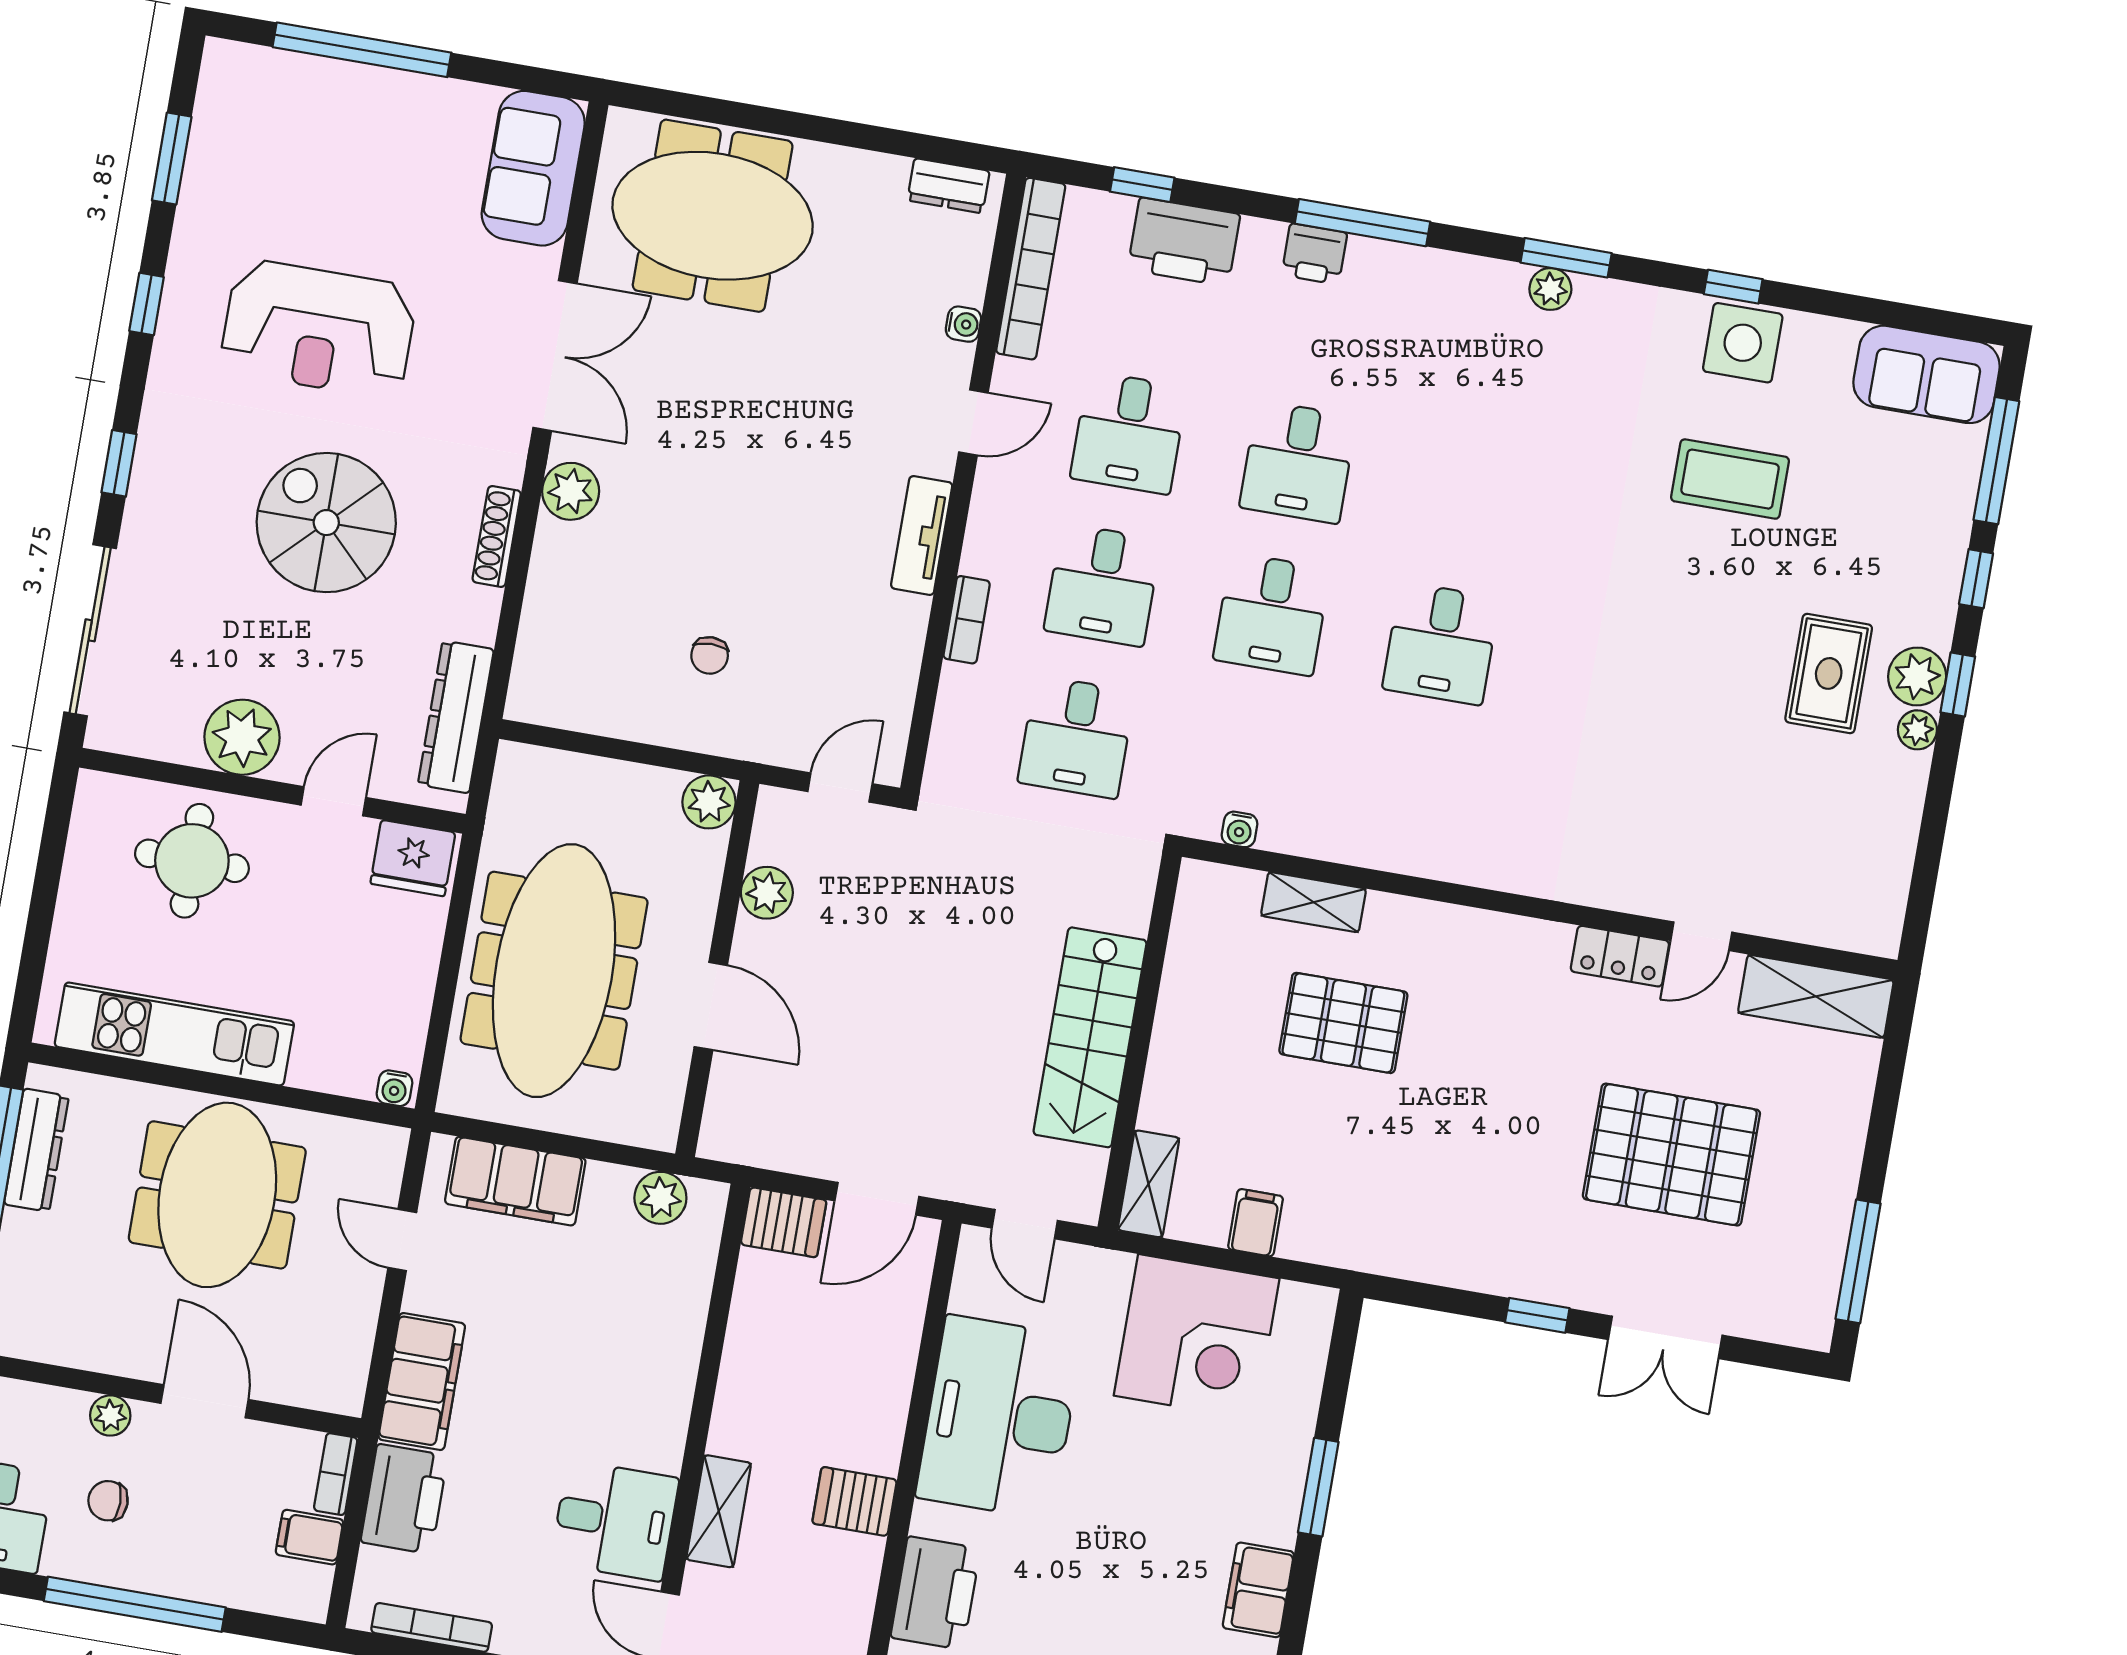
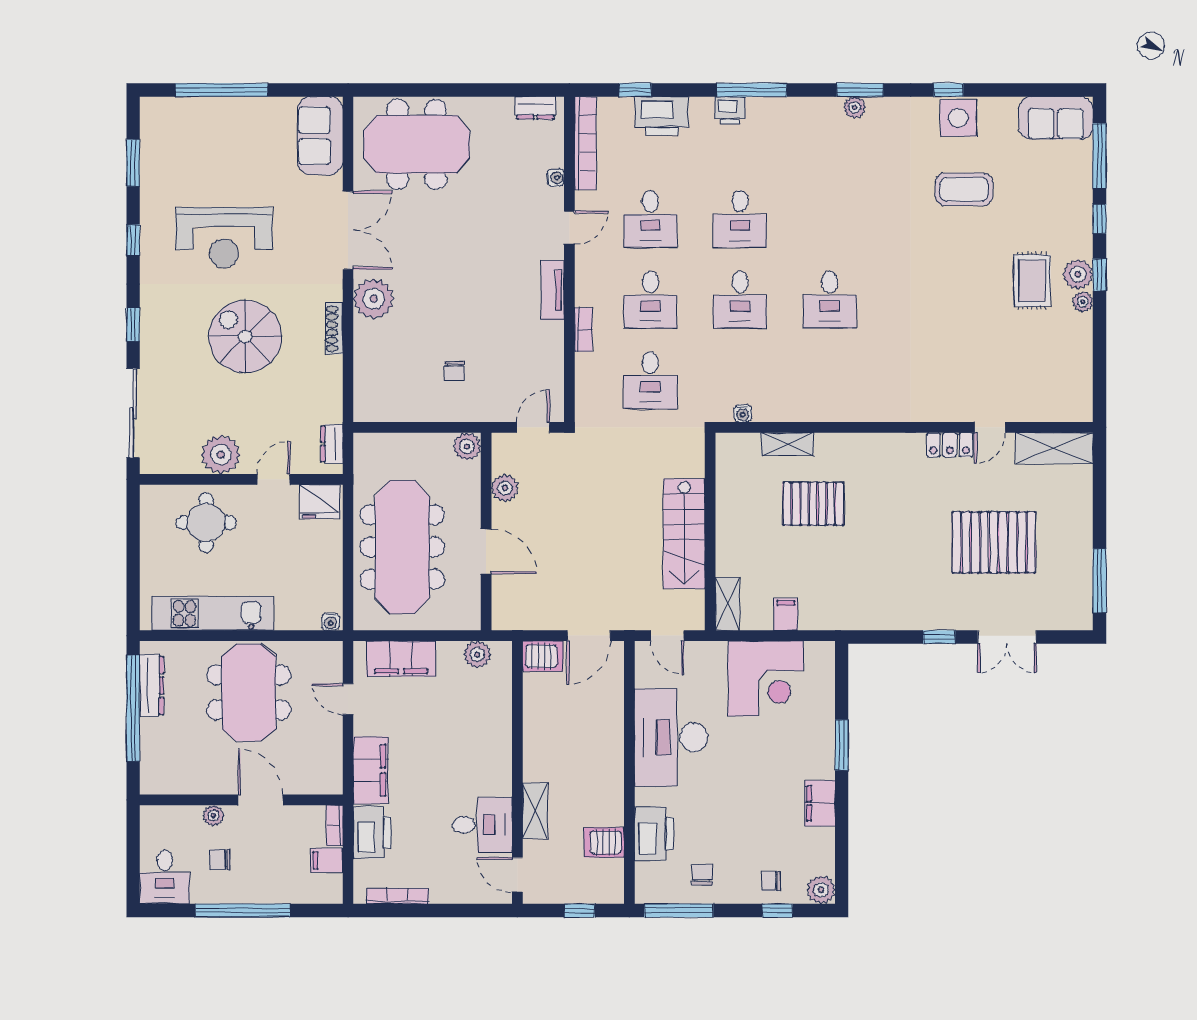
plant: (571, 491) -> (374, 299), width x1.36, depth x1.36
dresser: (456, 717) -> (332, 444), width x0.51, depth x0.80
server rack: (855, 1501) -> (604, 842), moved

